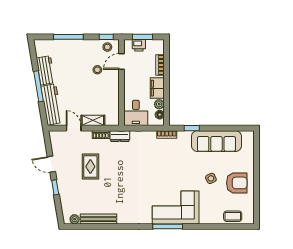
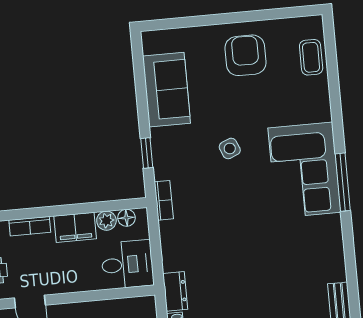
sofa: (216, 141) -> (167, 90), width x0.73
side table: (211, 178) -> (230, 148), moved

